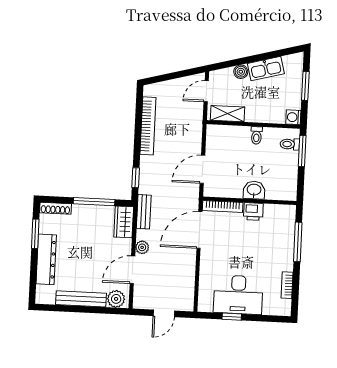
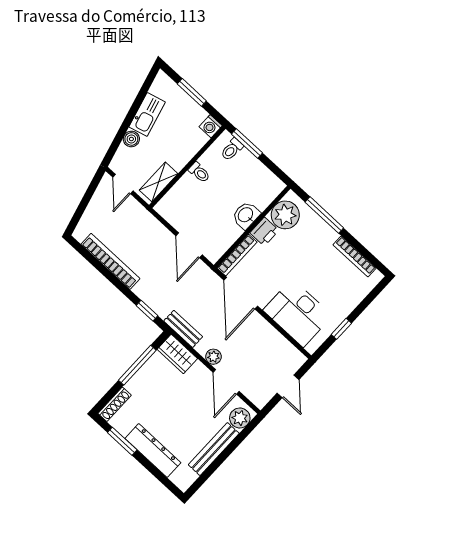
plant: (276, 216) -> (285, 215), added
bookcase: (287, 285) -> (355, 256), width x1.56
desk: (238, 295) -> (298, 313), moved, turned 90

